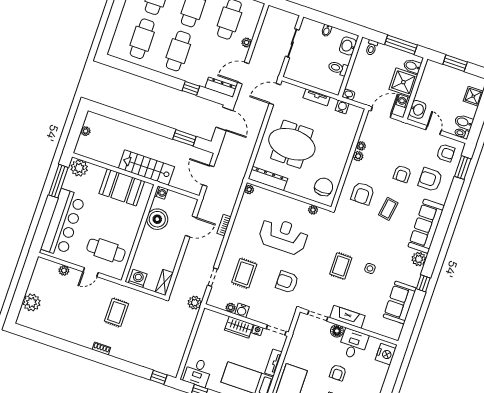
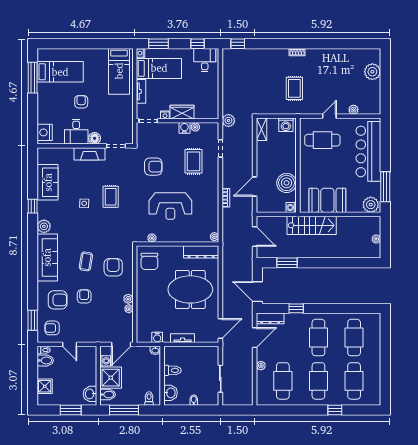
washbasin: (417, 109) -> (90, 394), moved

